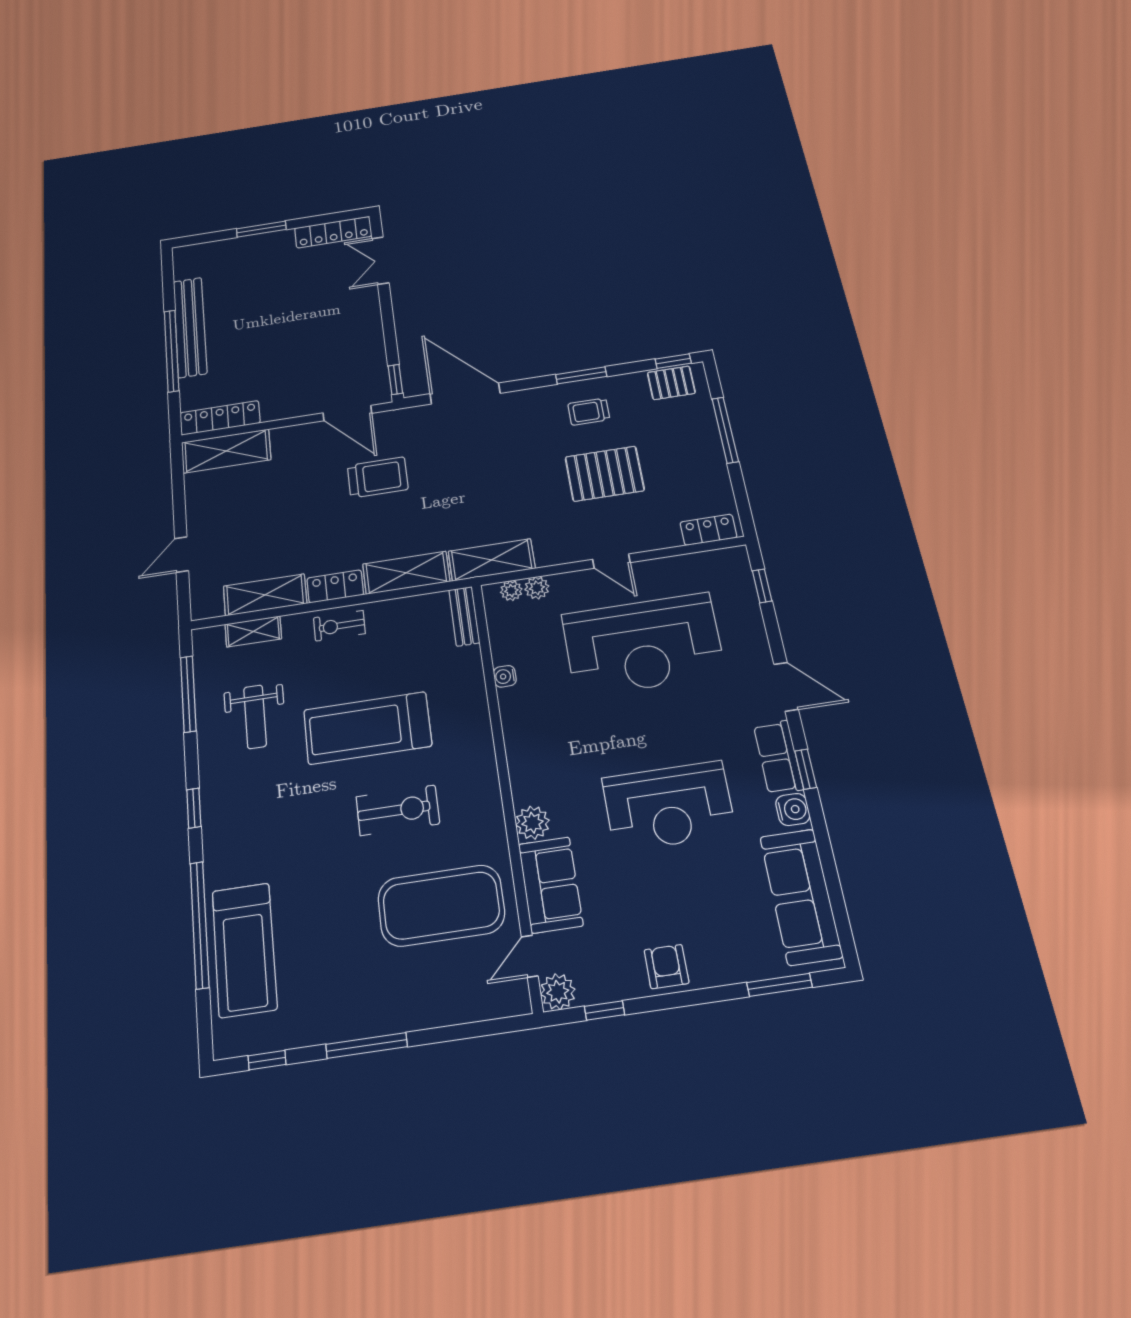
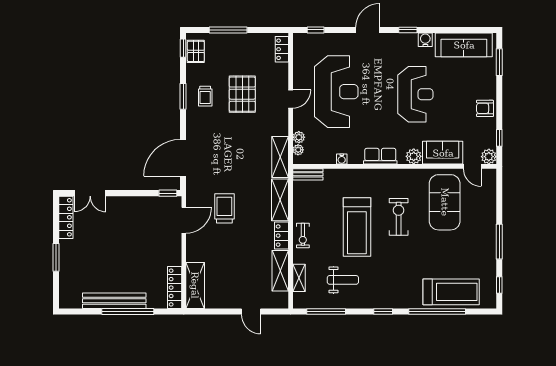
row of seats: (778, 757) -> (380, 156), moved, turned 180

